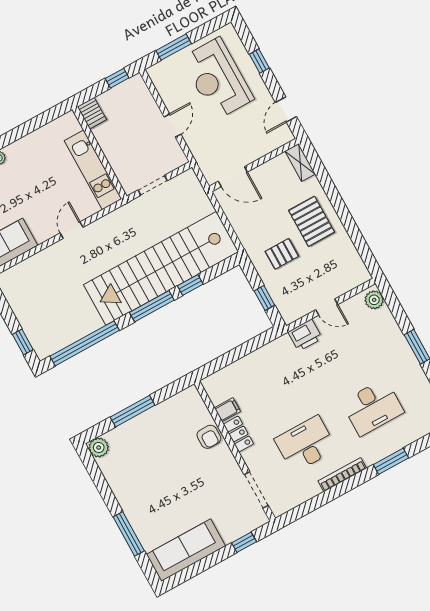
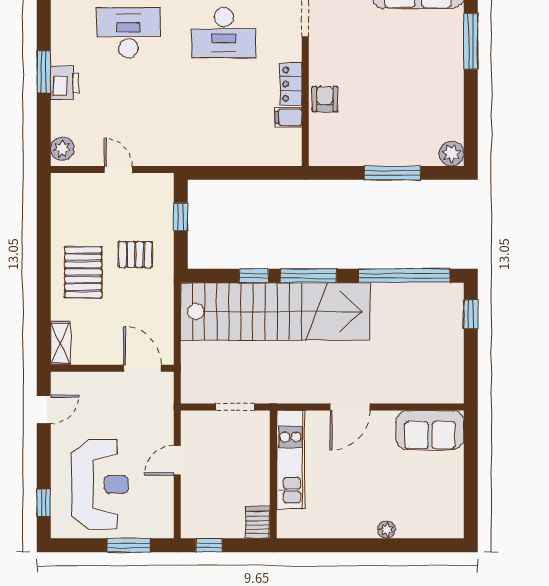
window: (259, 61) -> (44, 503), moved
door: (72, 230) -> (350, 407), width x1.38
printer: (305, 335) -> (65, 83), moved, turned 90

